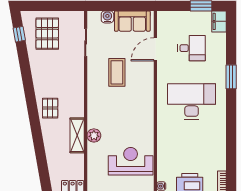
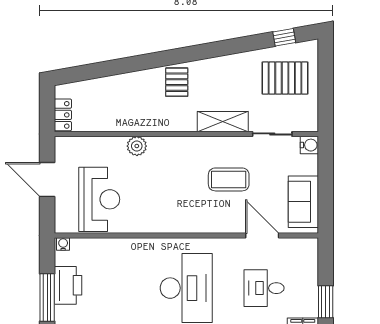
water cooler: (107, 17) -> (309, 145), moved
desk: (192, 48) -> (264, 288), turned 90
pallet: (50, 108) -> (177, 82), turned 90
shelving: (77, 135) -> (223, 122), moved

